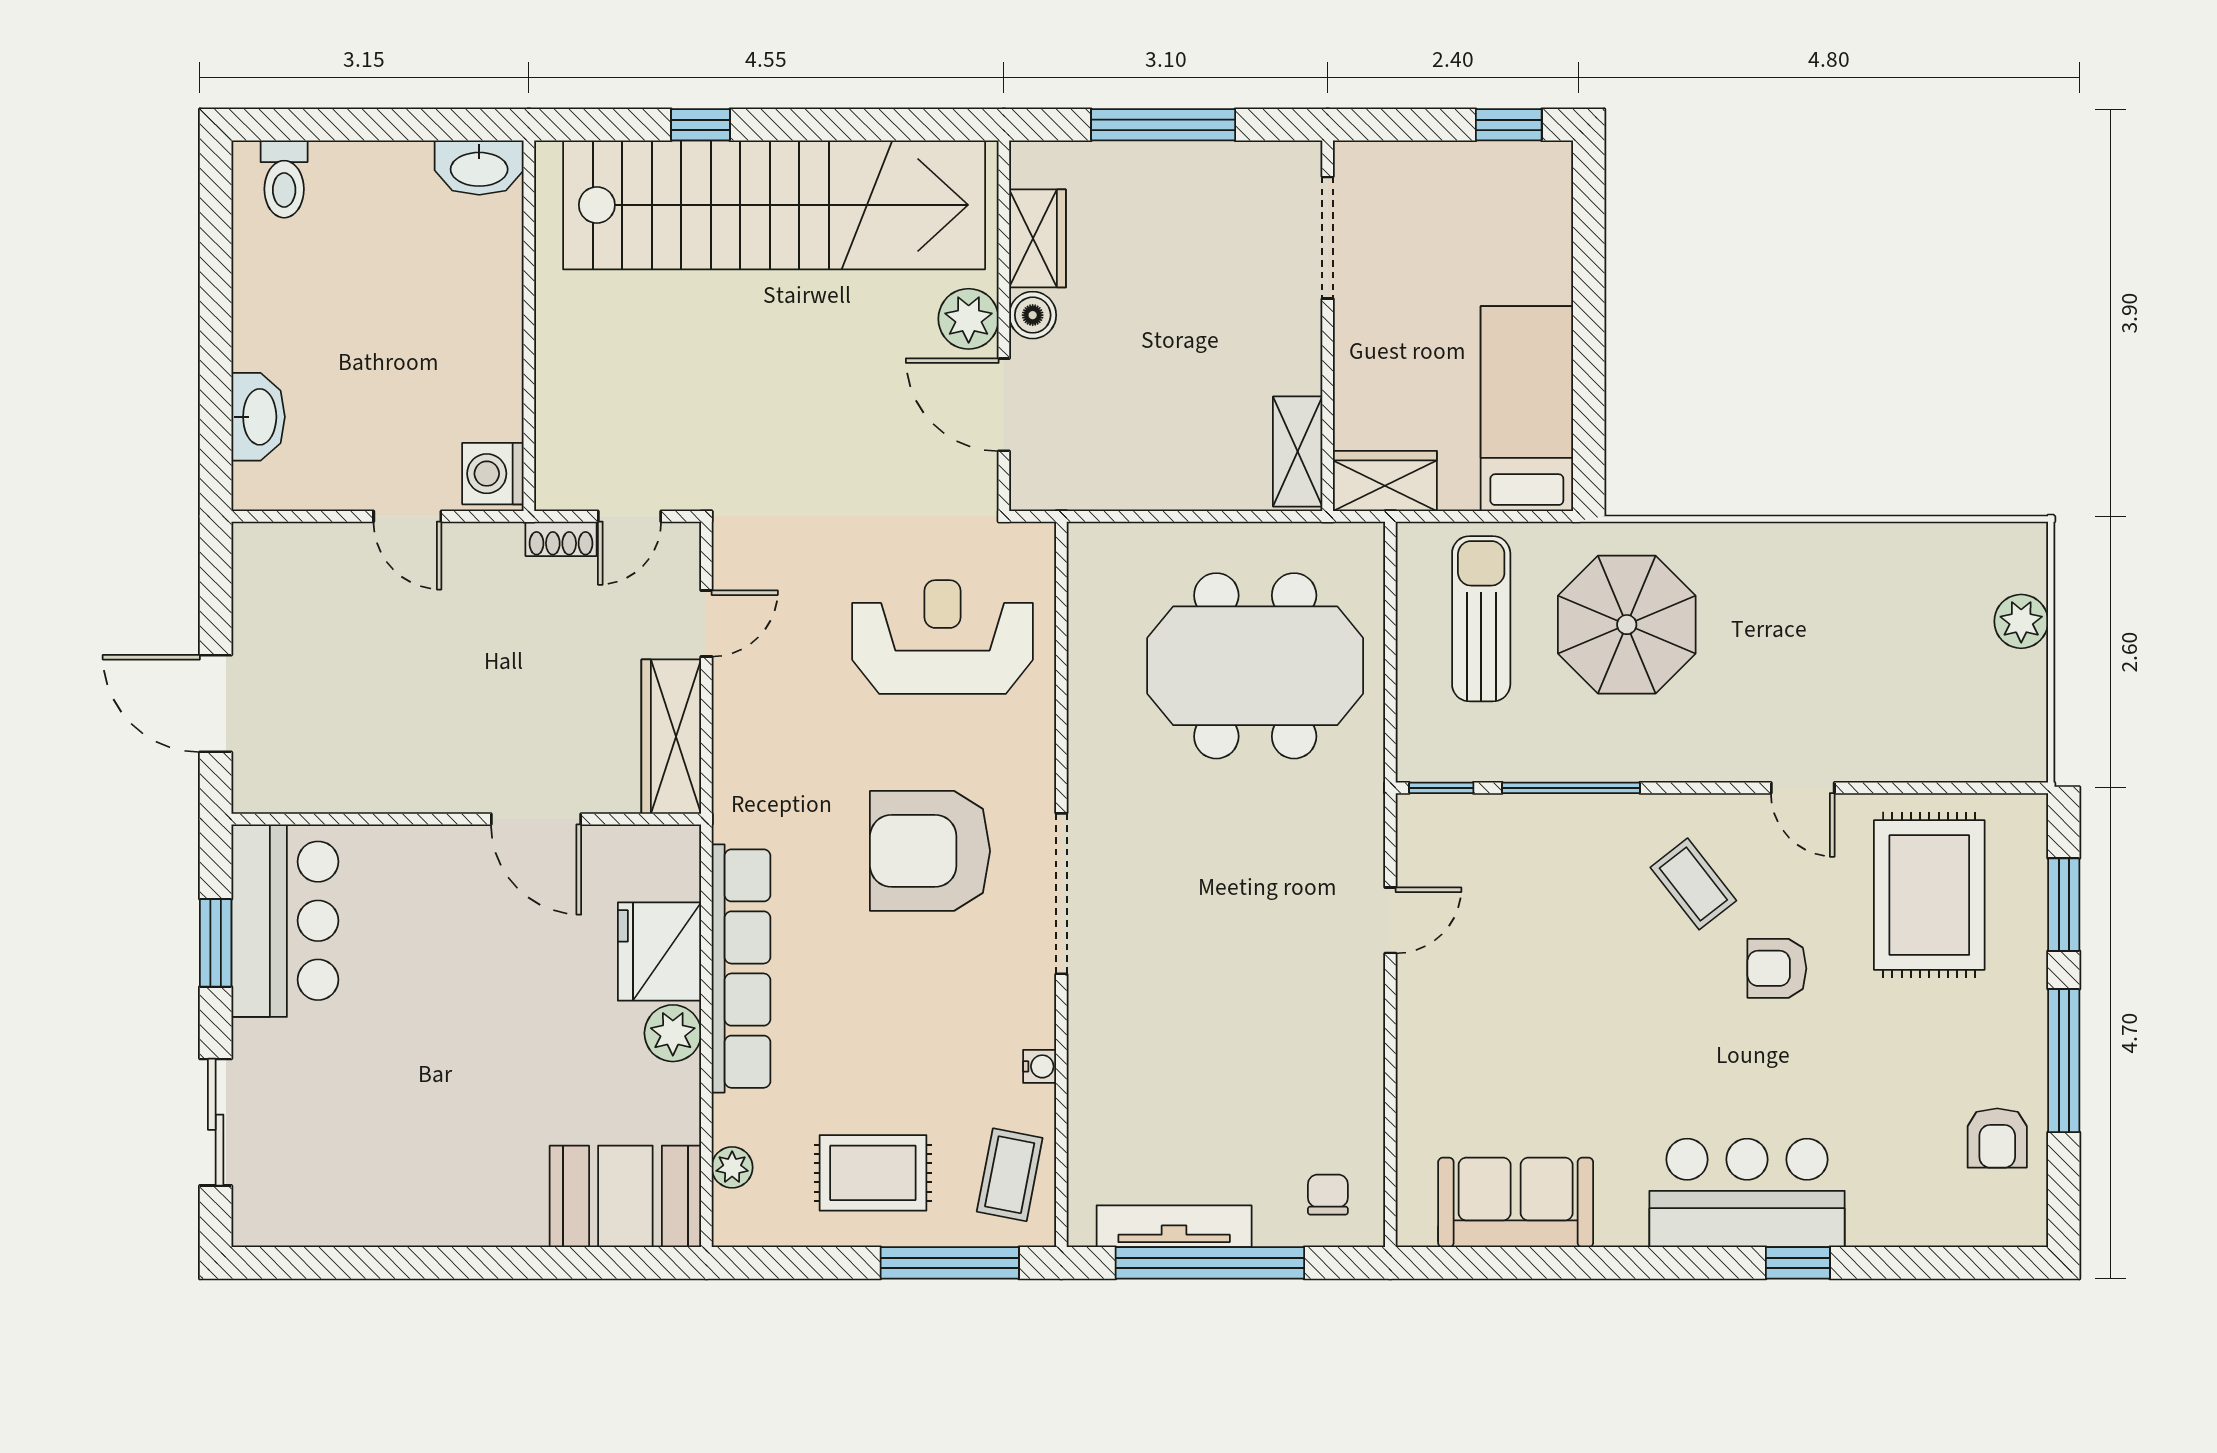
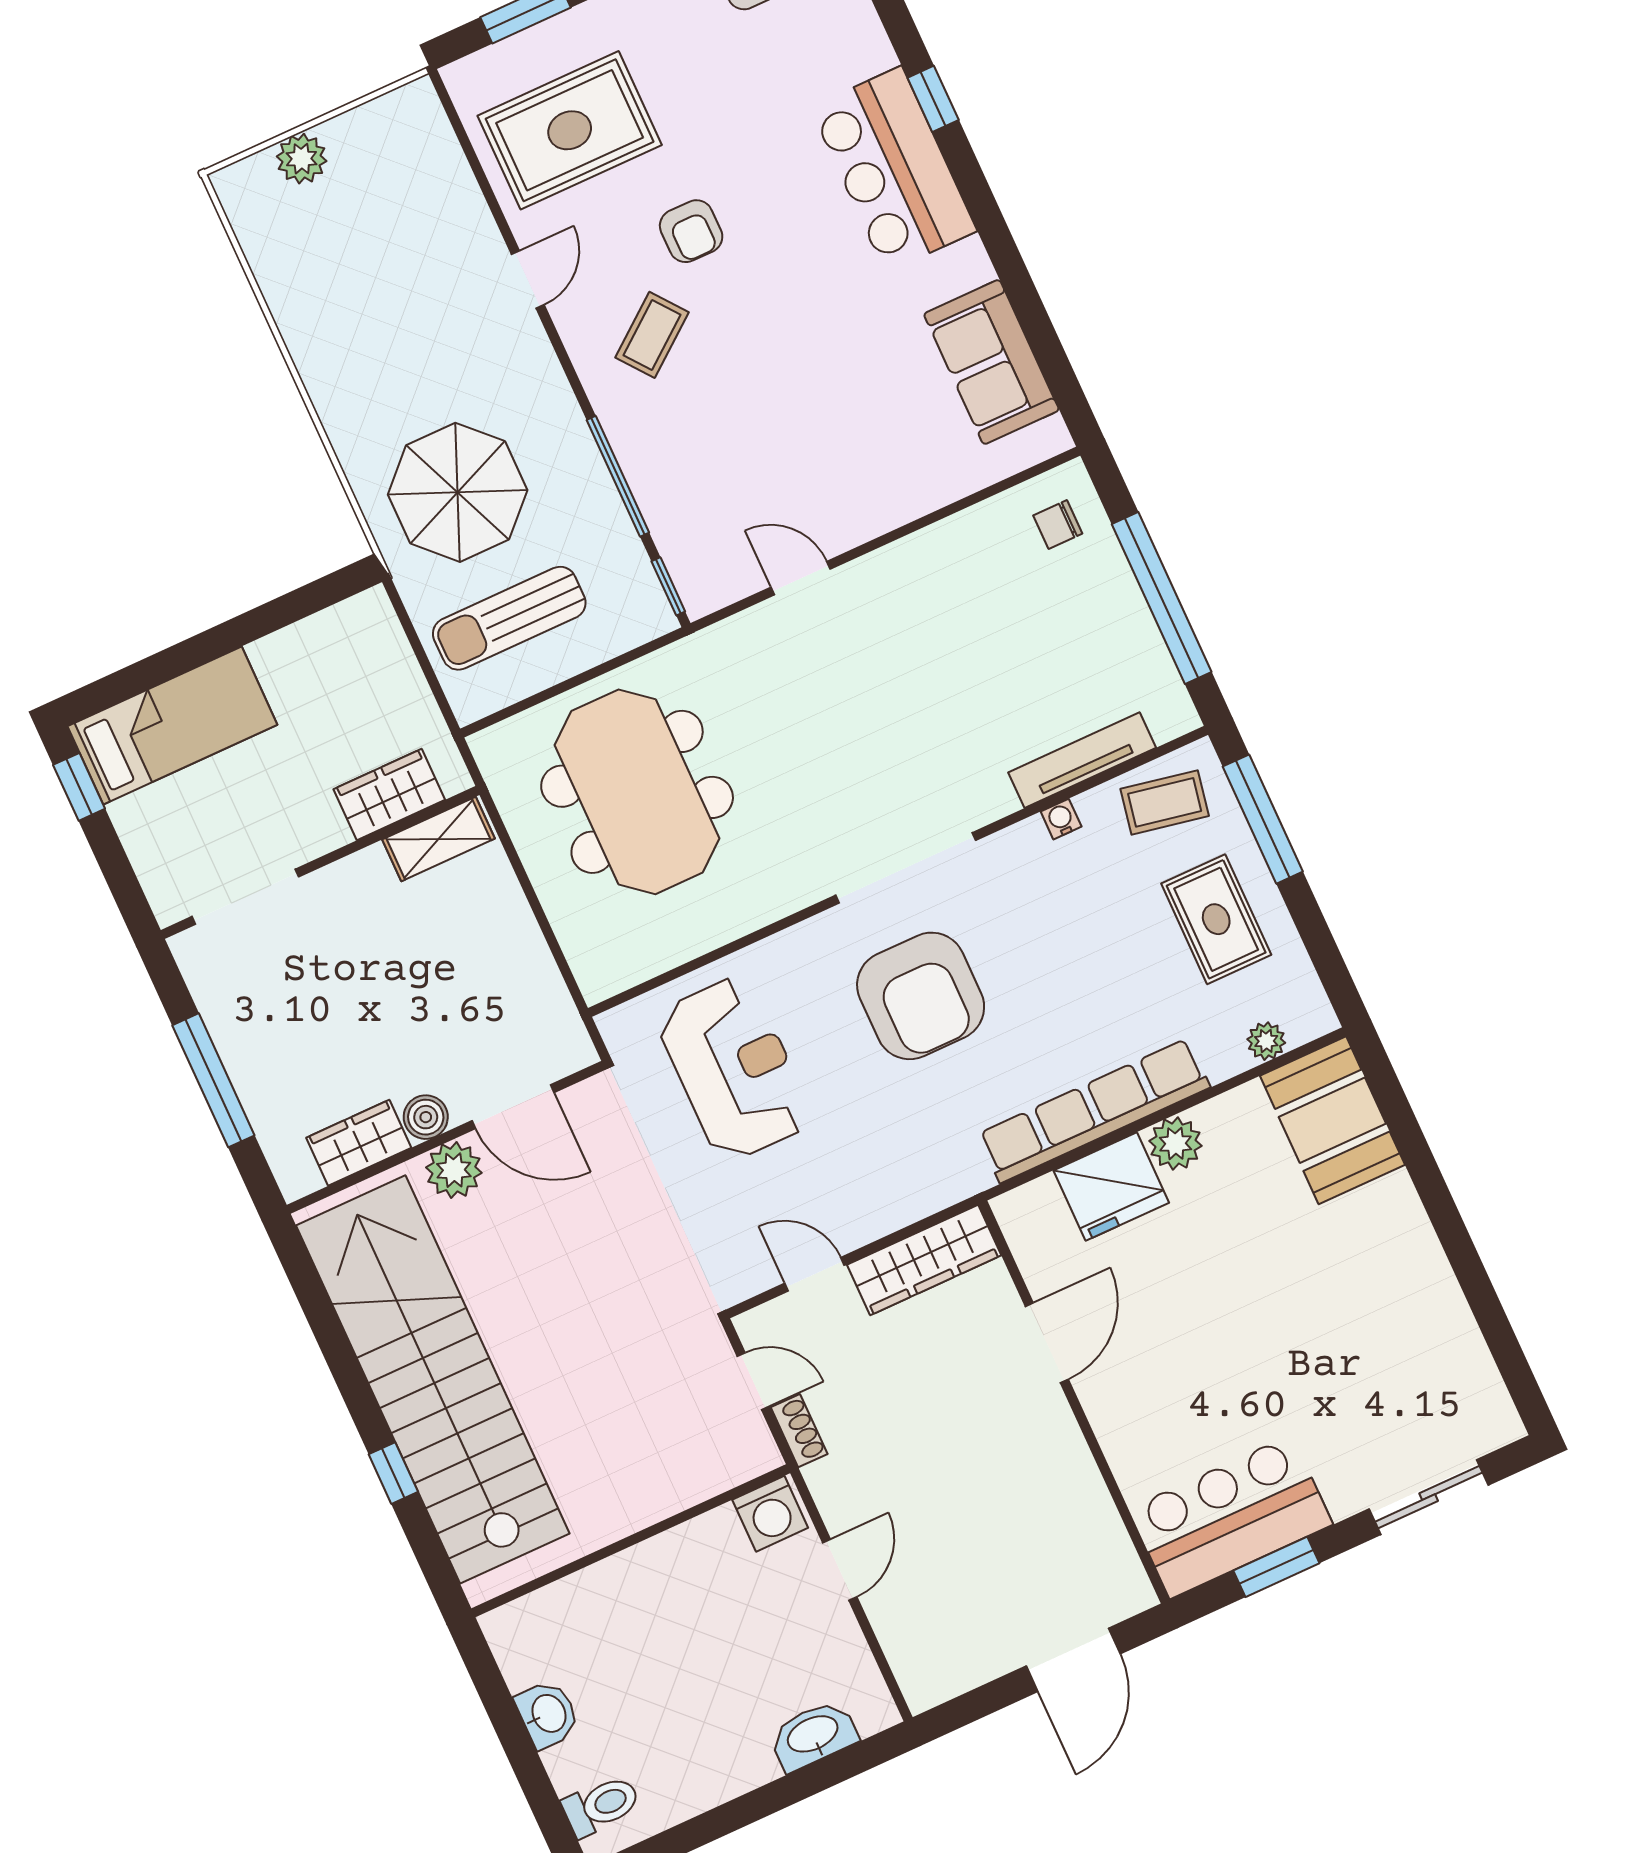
washbasin: (479, 168) -> (548, 1714), moved, width x0.72
door: (1004, 405) -> (513, 1107), hinge flipped
bed: (1527, 409) -> (172, 725), moved, turned 180
wardrobe: (1385, 481) -> (389, 795), moved, turned 90
reception desk: (943, 637) -> (734, 1068), turned 180
tv unit: (1174, 1226) -> (1082, 760), moved, turned 90

